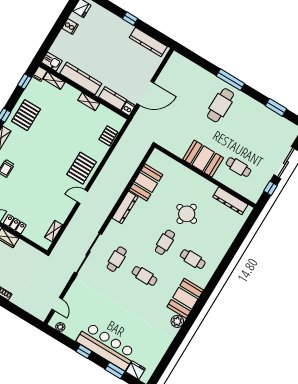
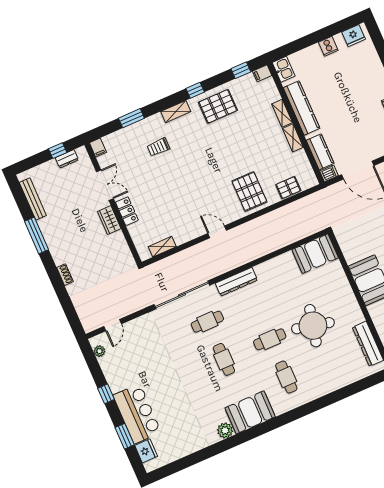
shelving: (54, 81) -> (282, 113), moved
pallet: (82, 168) -> (249, 191), moved, turned 90
booth: (146, 182) -> (315, 254), moved
dresser: (125, 207) -> (236, 282), moved
round table: (187, 214) -> (313, 326), width x1.36, depth x1.36
bar counter: (106, 346) -> (137, 414), width x0.73

